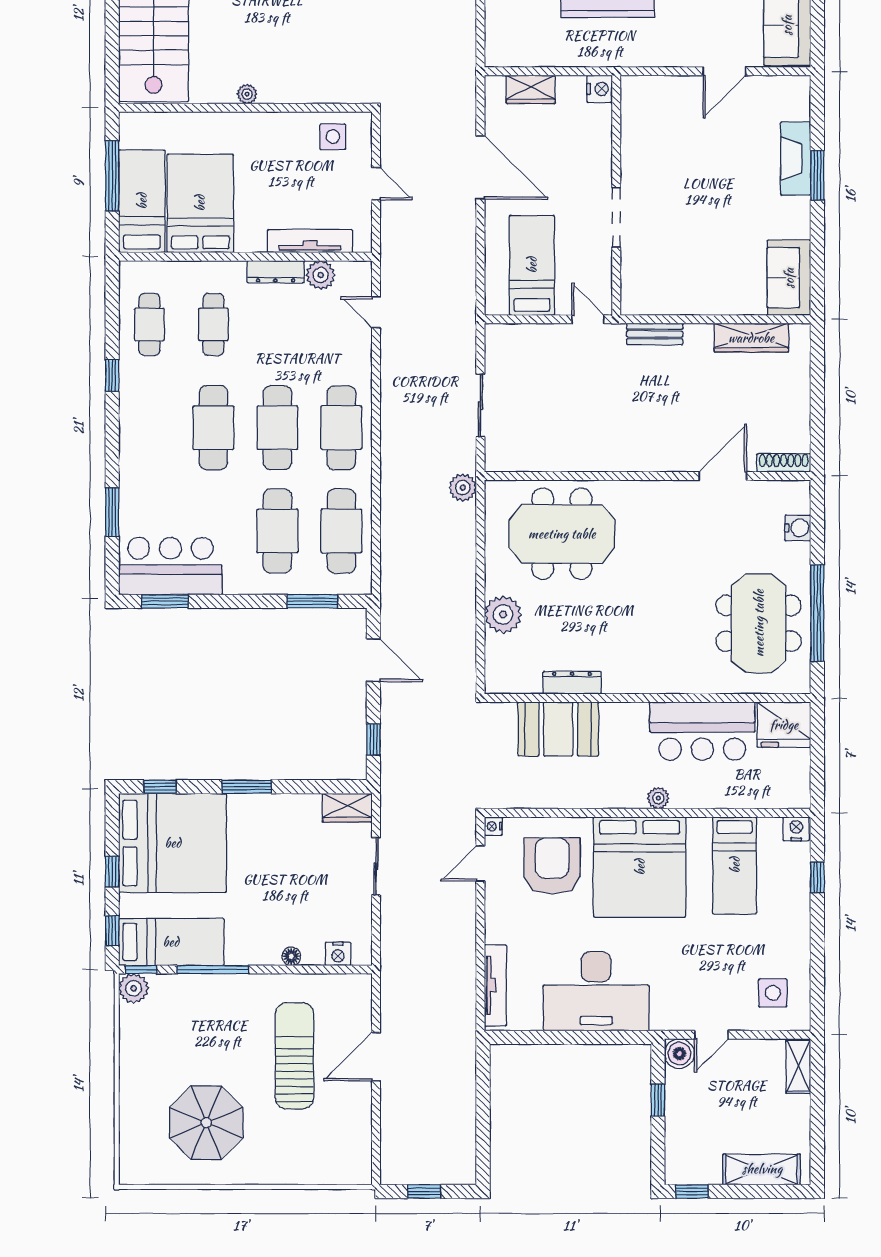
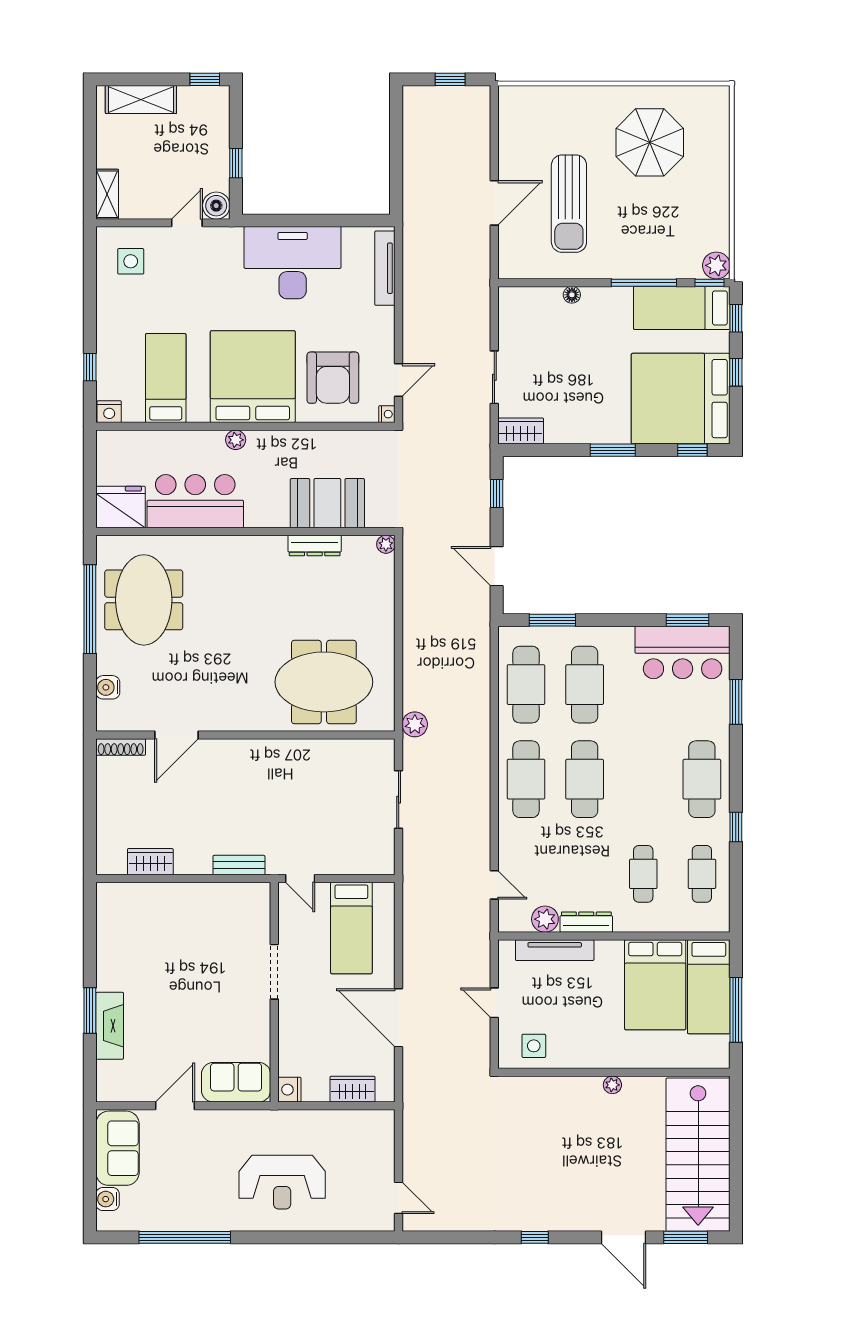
sofa: (789, 278) -> (236, 1082), moved, turned -90
wardrobe: (751, 338) -> (150, 862), width x0.67
cafe table: (213, 428) -> (702, 779), moved
plant: (503, 615) -> (386, 544), moved, width x0.53, depth x0.53
nightstand: (338, 954) -> (529, 297), removed

